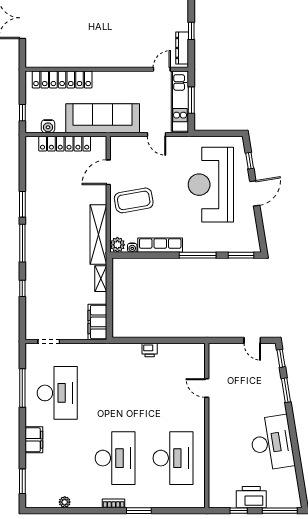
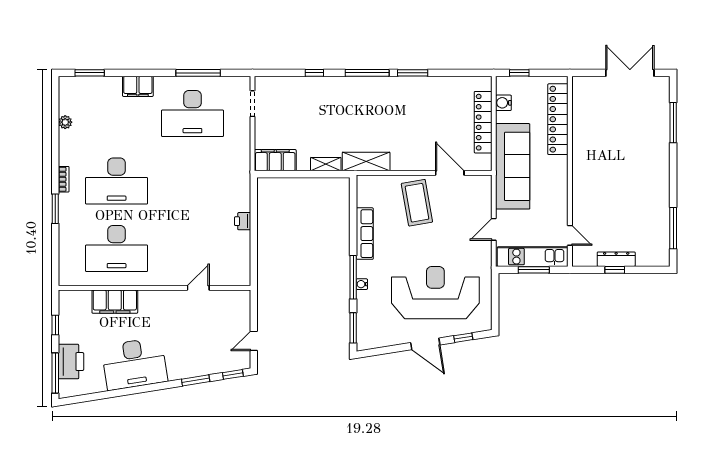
dresser: (182, 48) -> (616, 259), moved
shelving: (98, 235) -> (366, 161), width x0.68
plant: (117, 245) -> (365, 184), removed
water cooler: (132, 248) -> (362, 284), moved
filing cabinet: (219, 460) -> (115, 302), added
printer: (251, 497) -> (71, 362), moved

